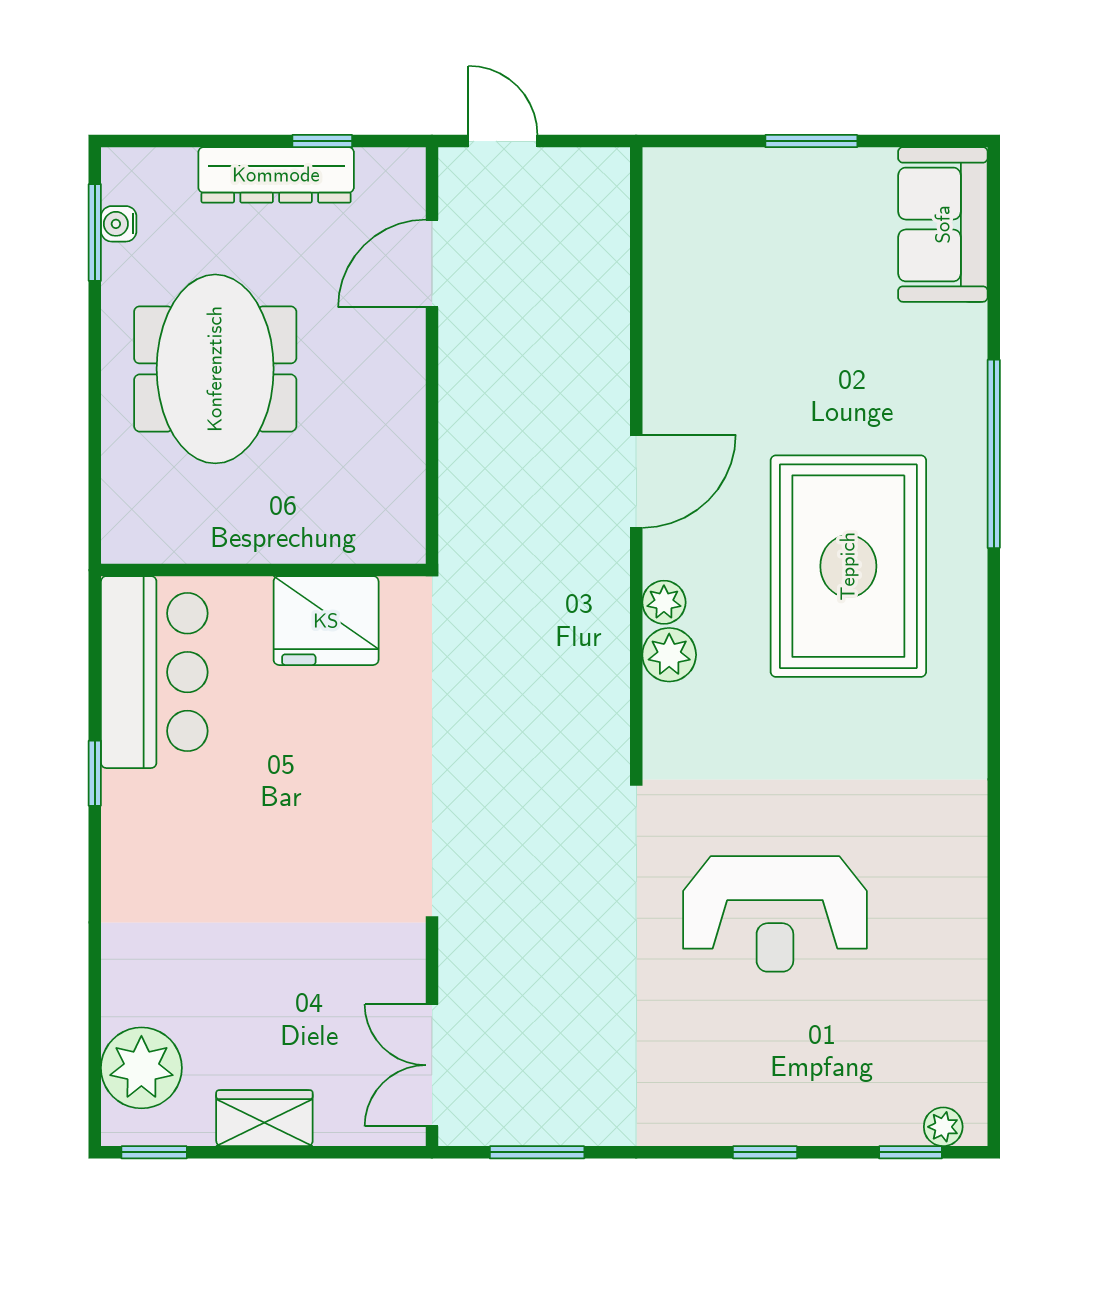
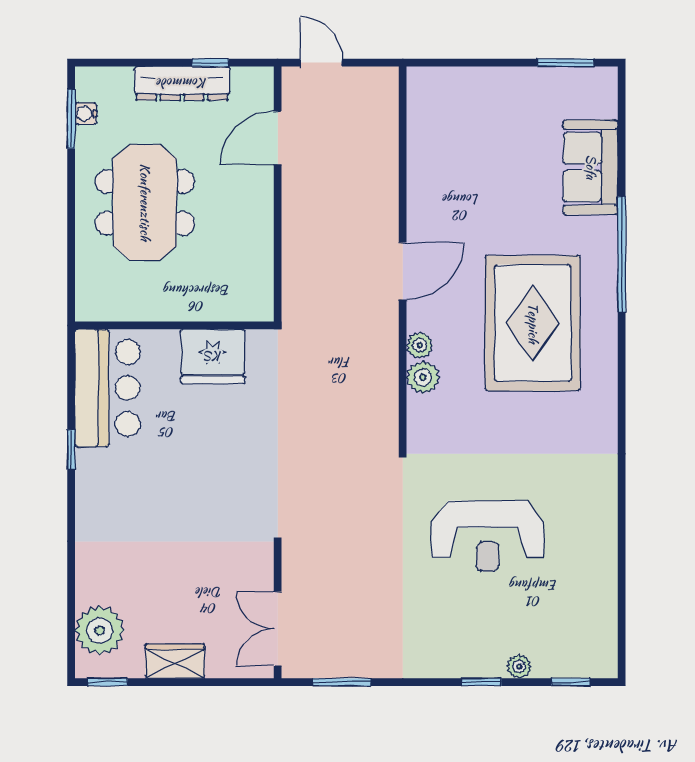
window: (811, 141) -> (565, 63), moved
sofa: (943, 224) -> (591, 167), moved
plant: (943, 1127) -> (519, 666), moved

